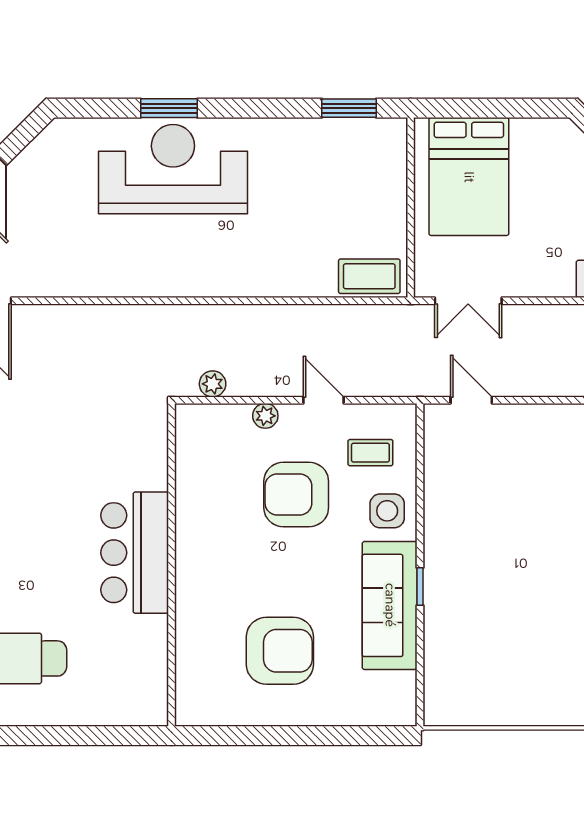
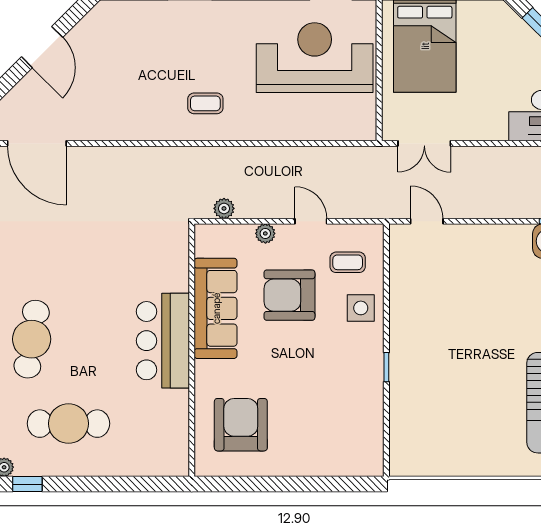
reception desk: (173, 169) -> (315, 58), moved
coffee table: (369, 276) -> (205, 103), moved, width x0.73, depth x0.77
sofa: (390, 605) -> (216, 308), moved, turned 180
armchair: (280, 651) -> (241, 425), moved, turned -90

